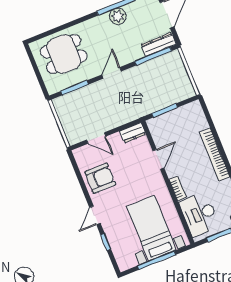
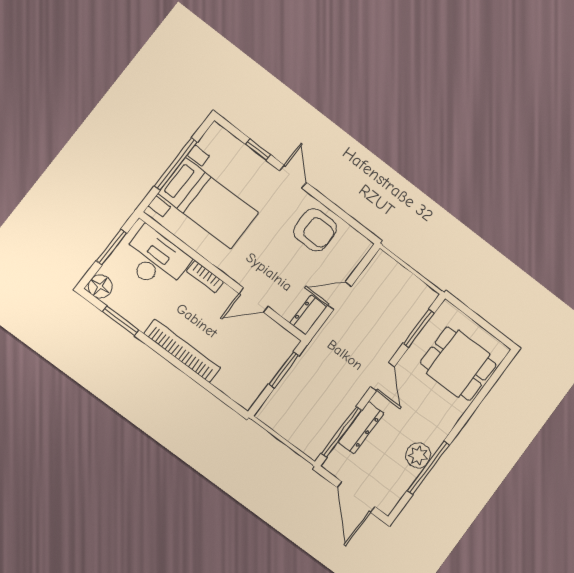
dresser: (159, 44) -> (361, 428), moved
dining table: (64, 54) -> (458, 364), turned 90
door: (96, 138) -> (340, 296), moved
door: (158, 159) -> (254, 300), hinge flipped
armchair: (100, 178) -> (315, 230), turned -90

